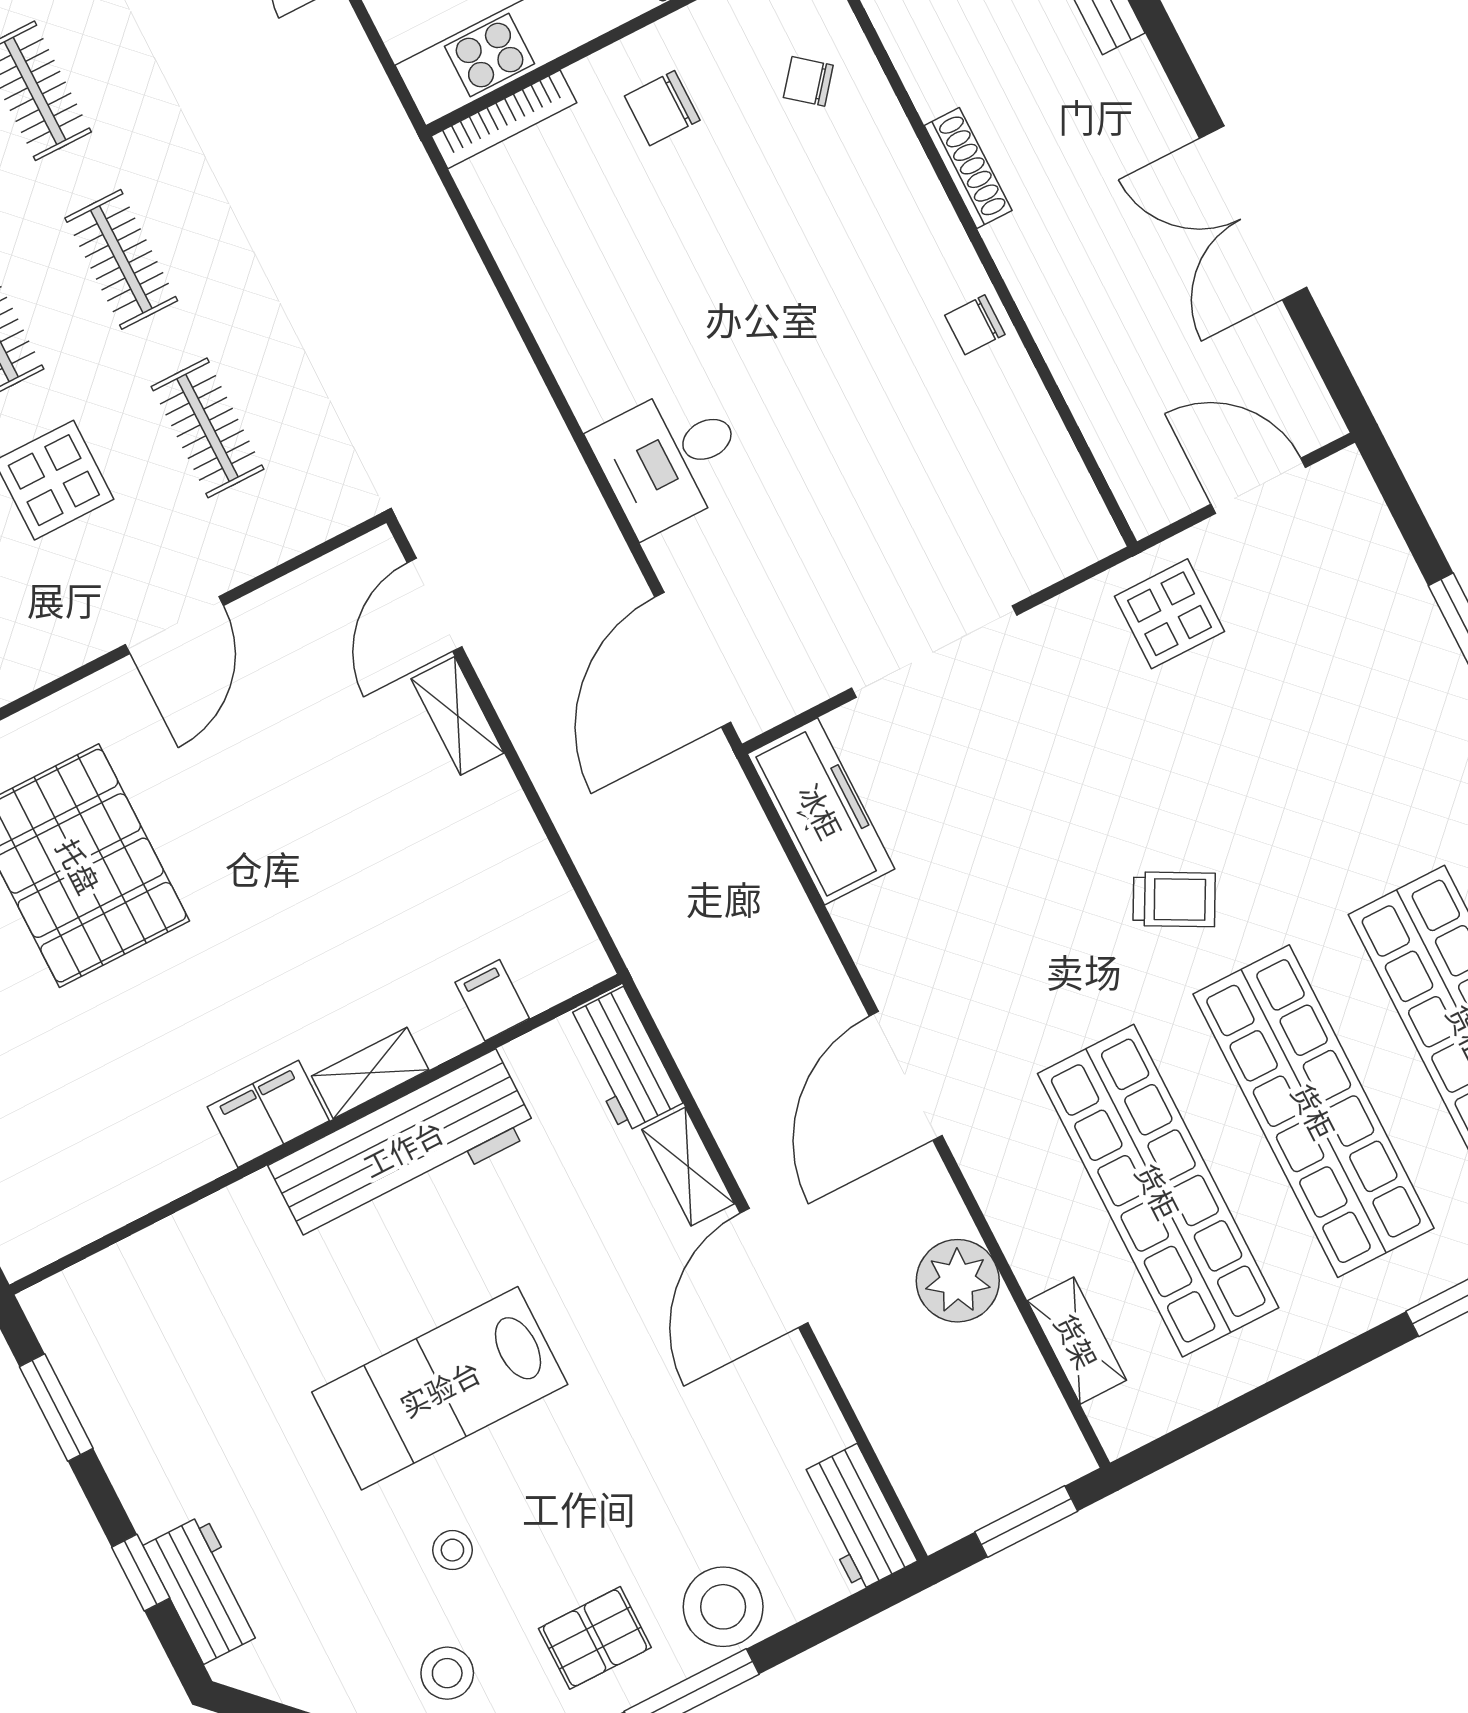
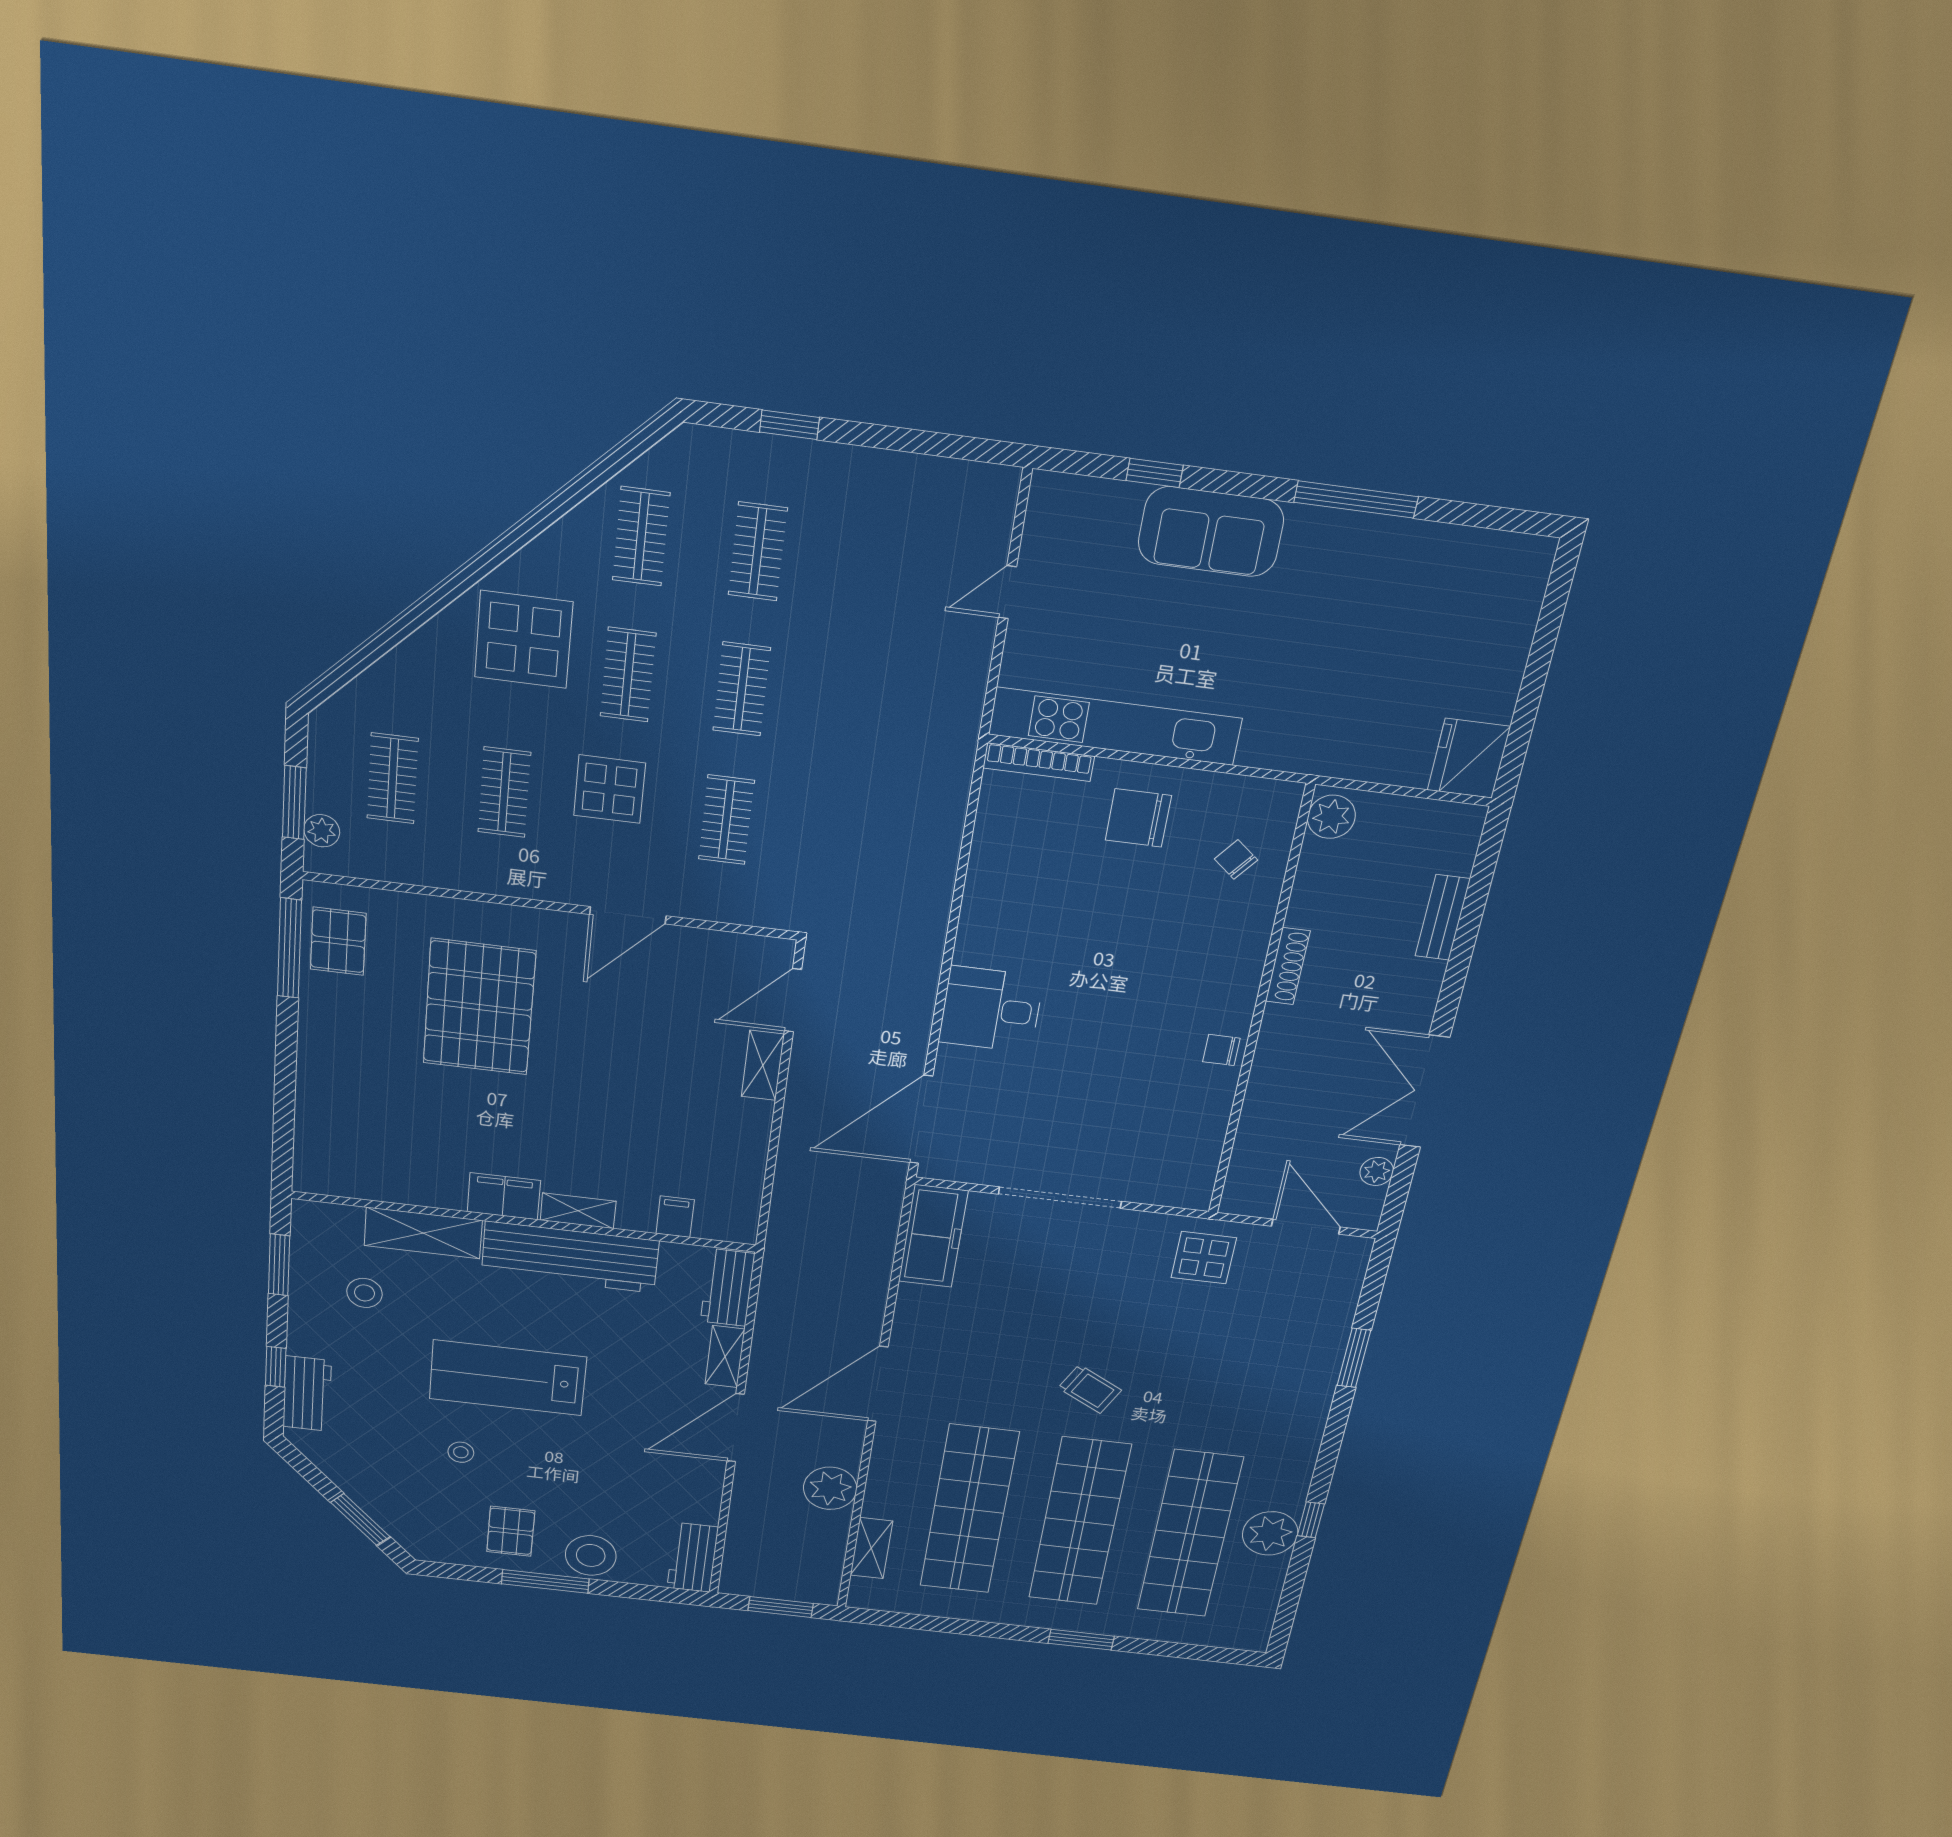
chair: (662, 108) -> (1138, 818), width x1.37, depth x1.37
plant: (1283, 354) -> (1377, 1171), added
shelving: (203, 1236) -> (423, 1233), added
pallet: (595, 1638) -> (511, 1531), turned 90
stool: (447, 1673) -> (364, 1293), moved

